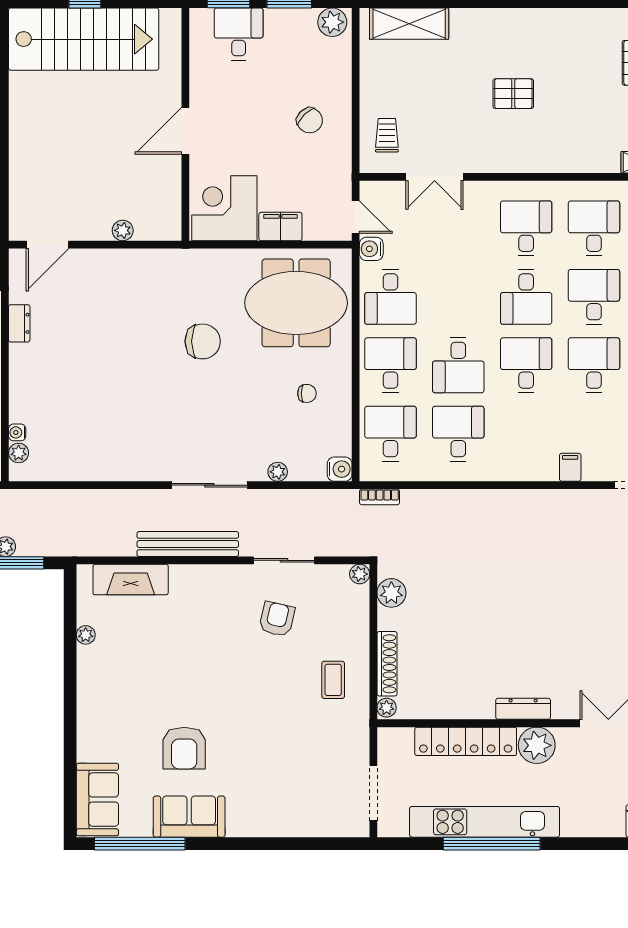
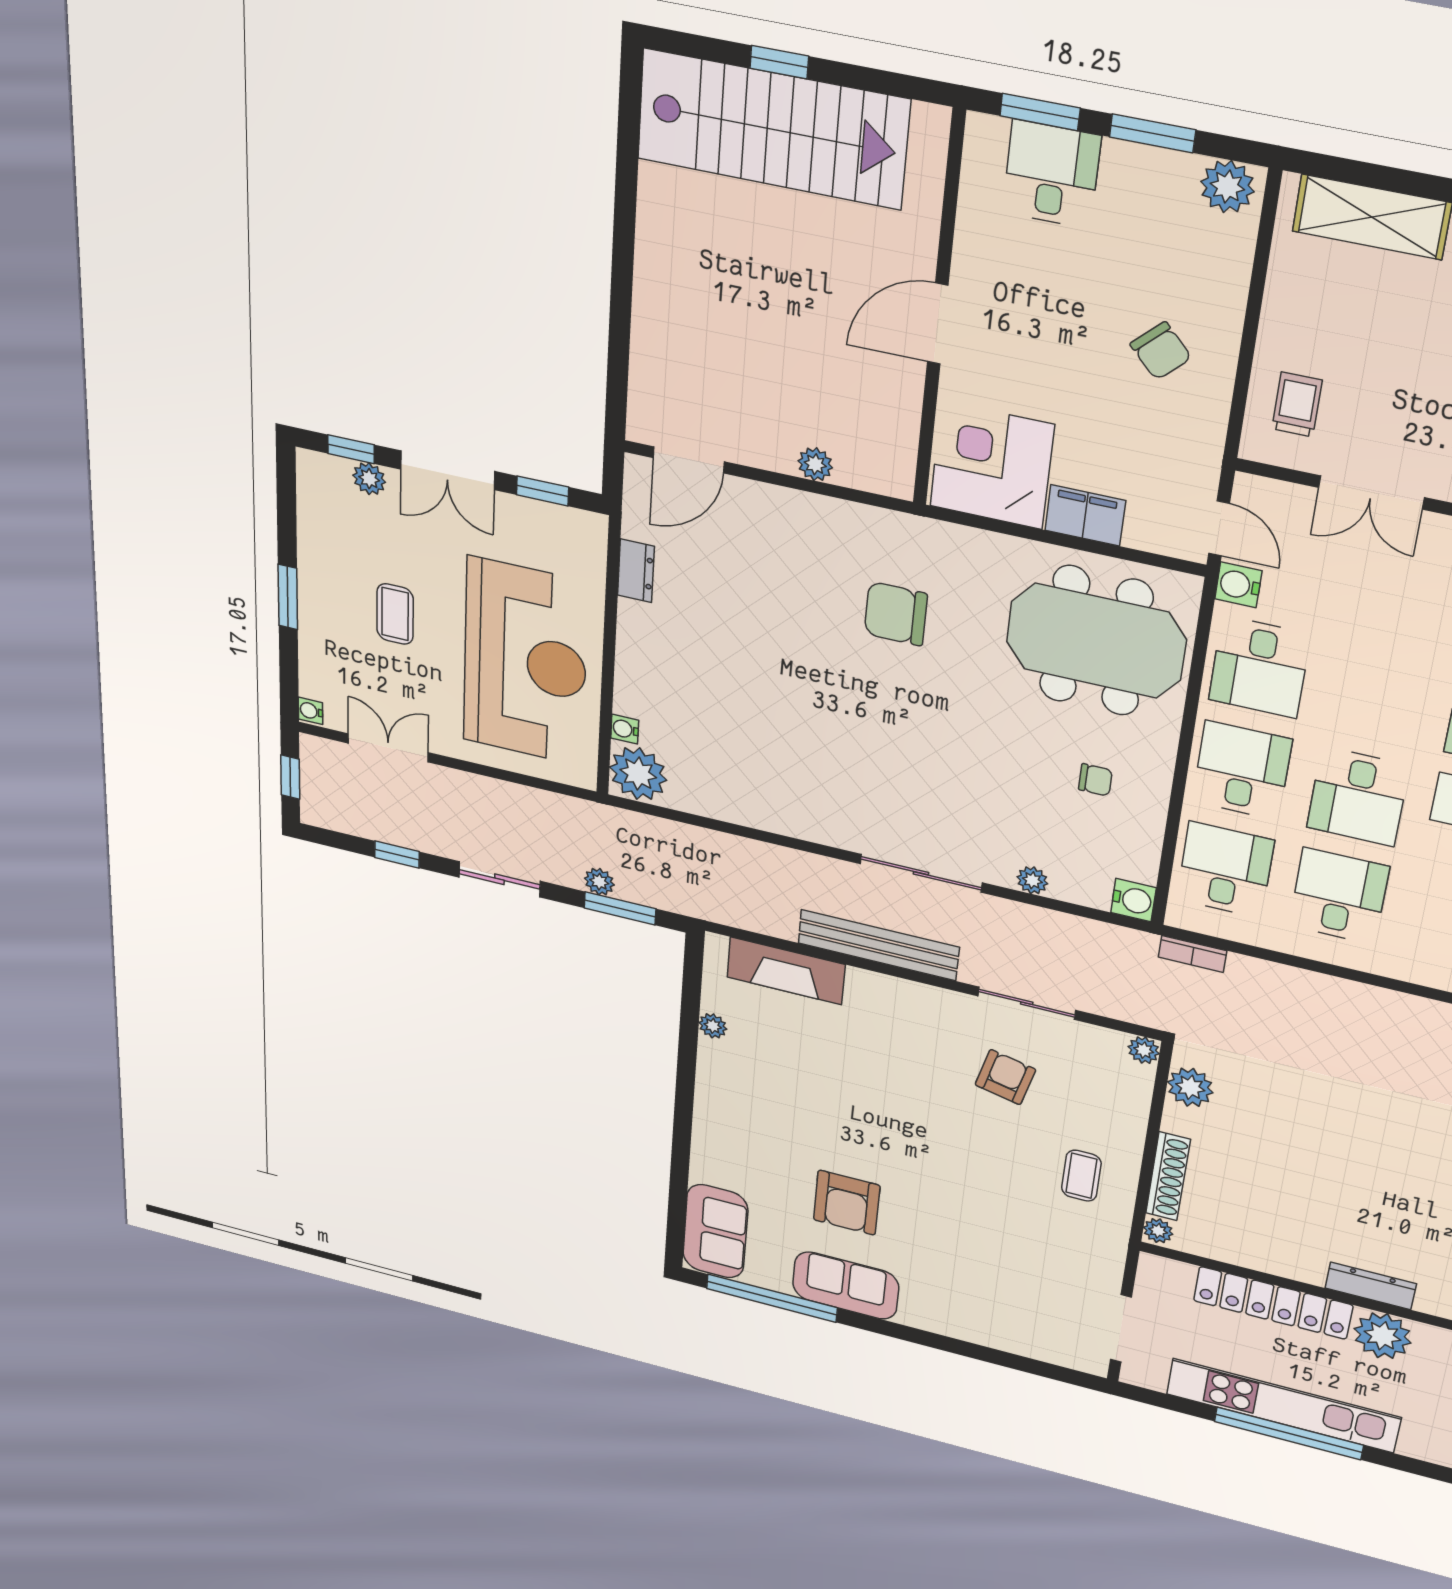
chair: (203, 341) -> (896, 614), moved, turned 180
plant: (19, 453) -> (638, 774), width x1.87, depth x1.87

